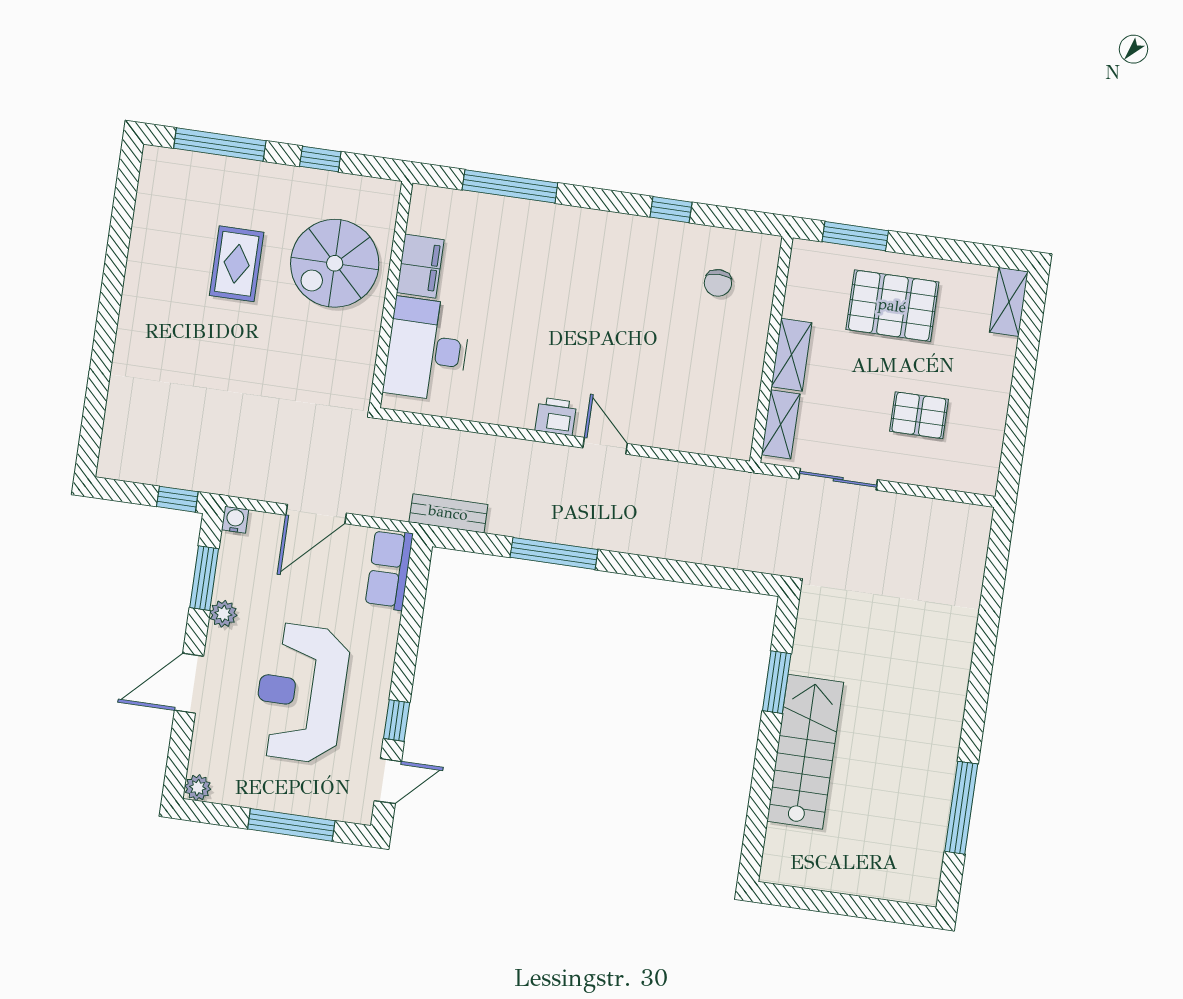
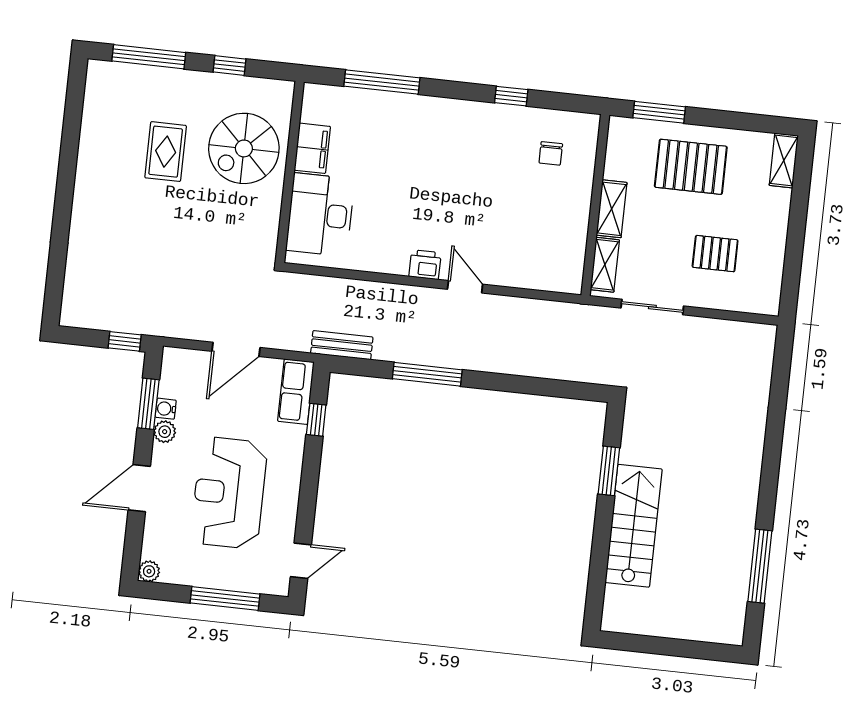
water cooler: (235, 520) -> (166, 409), moved, turned -90
window: (397, 721) -> (316, 420), moved

